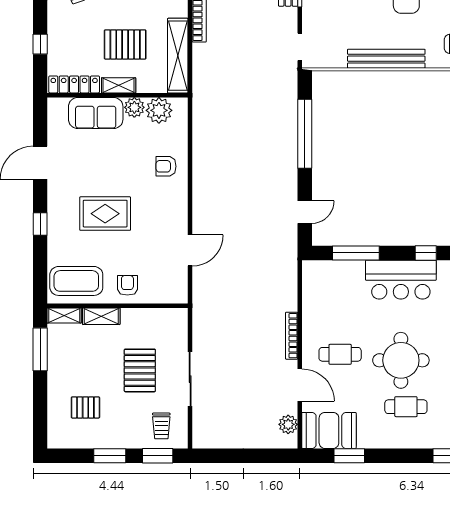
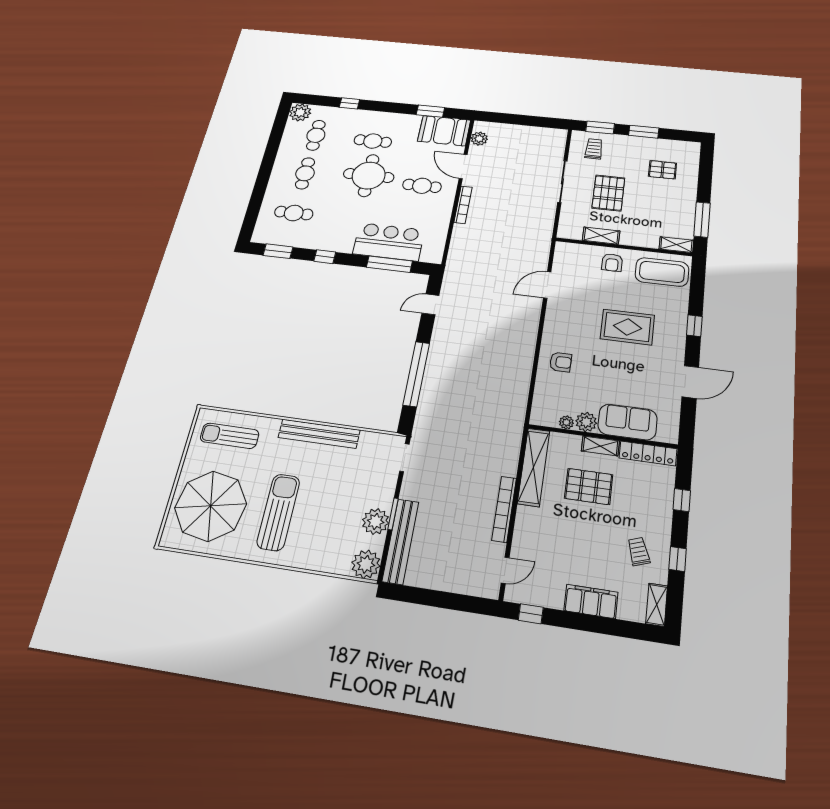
plant: (159, 110) -> (566, 422), width x0.53, depth x0.53
bar counter: (401, 280) -> (389, 242), moved
shelving: (101, 316) -> (601, 236), moved

